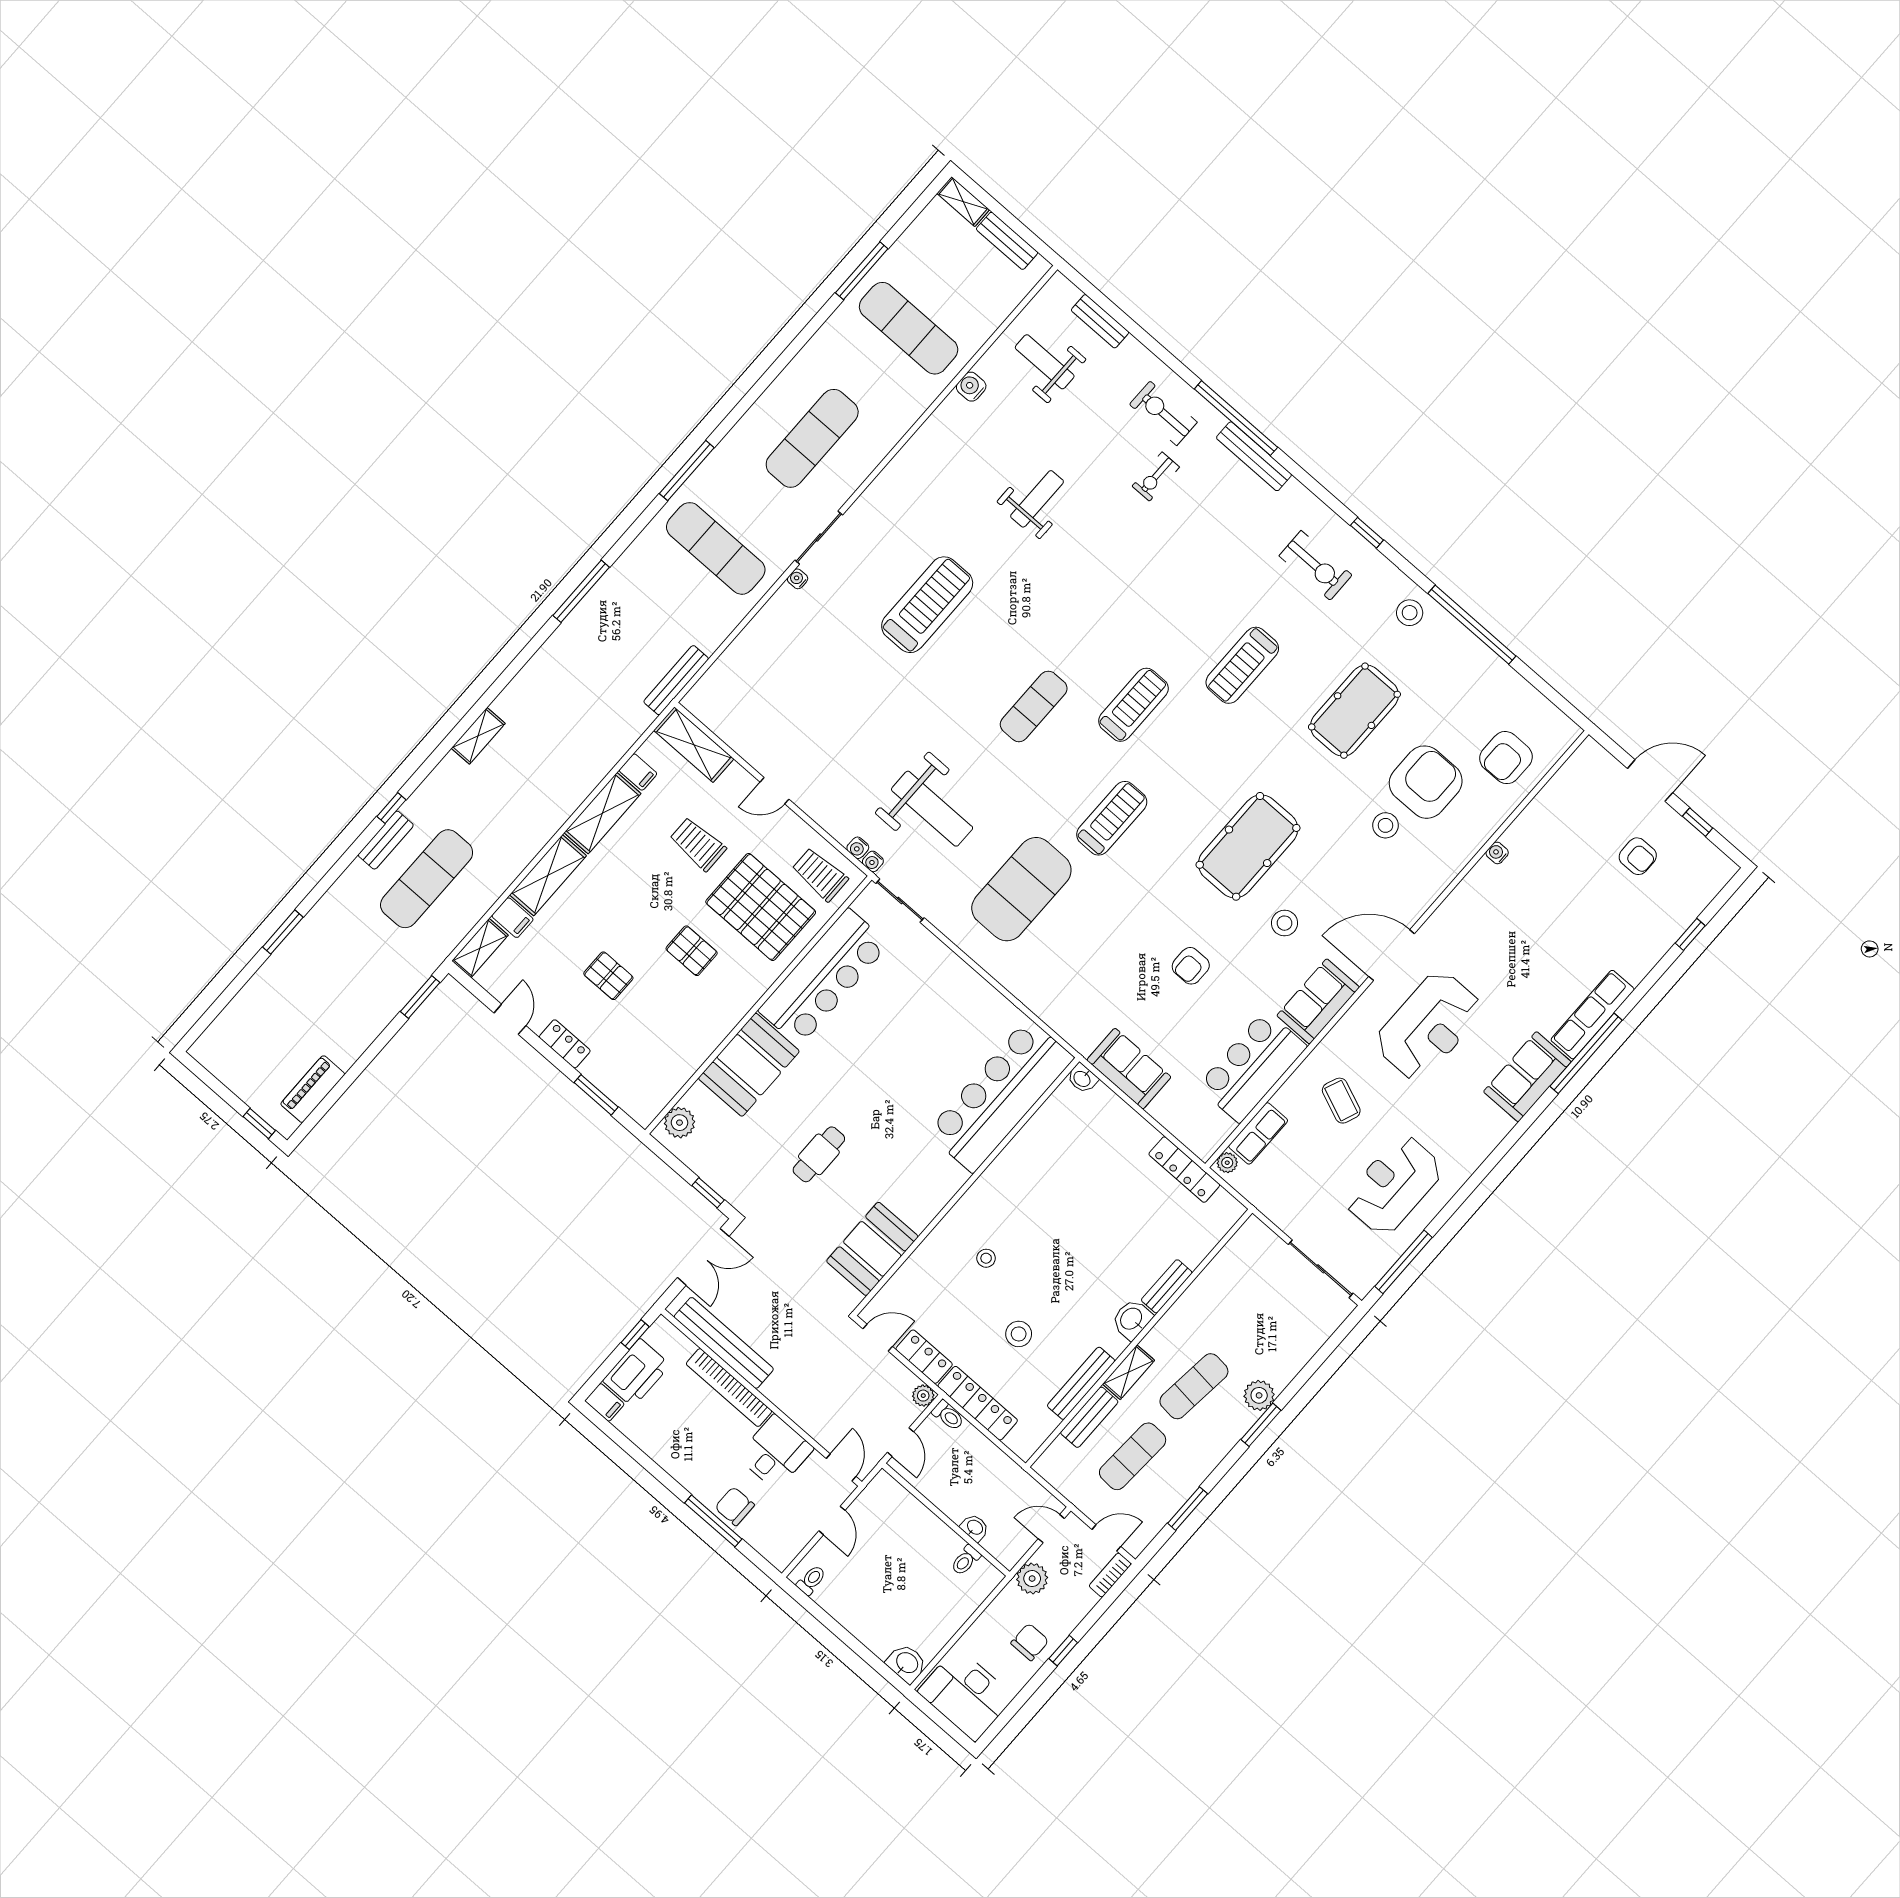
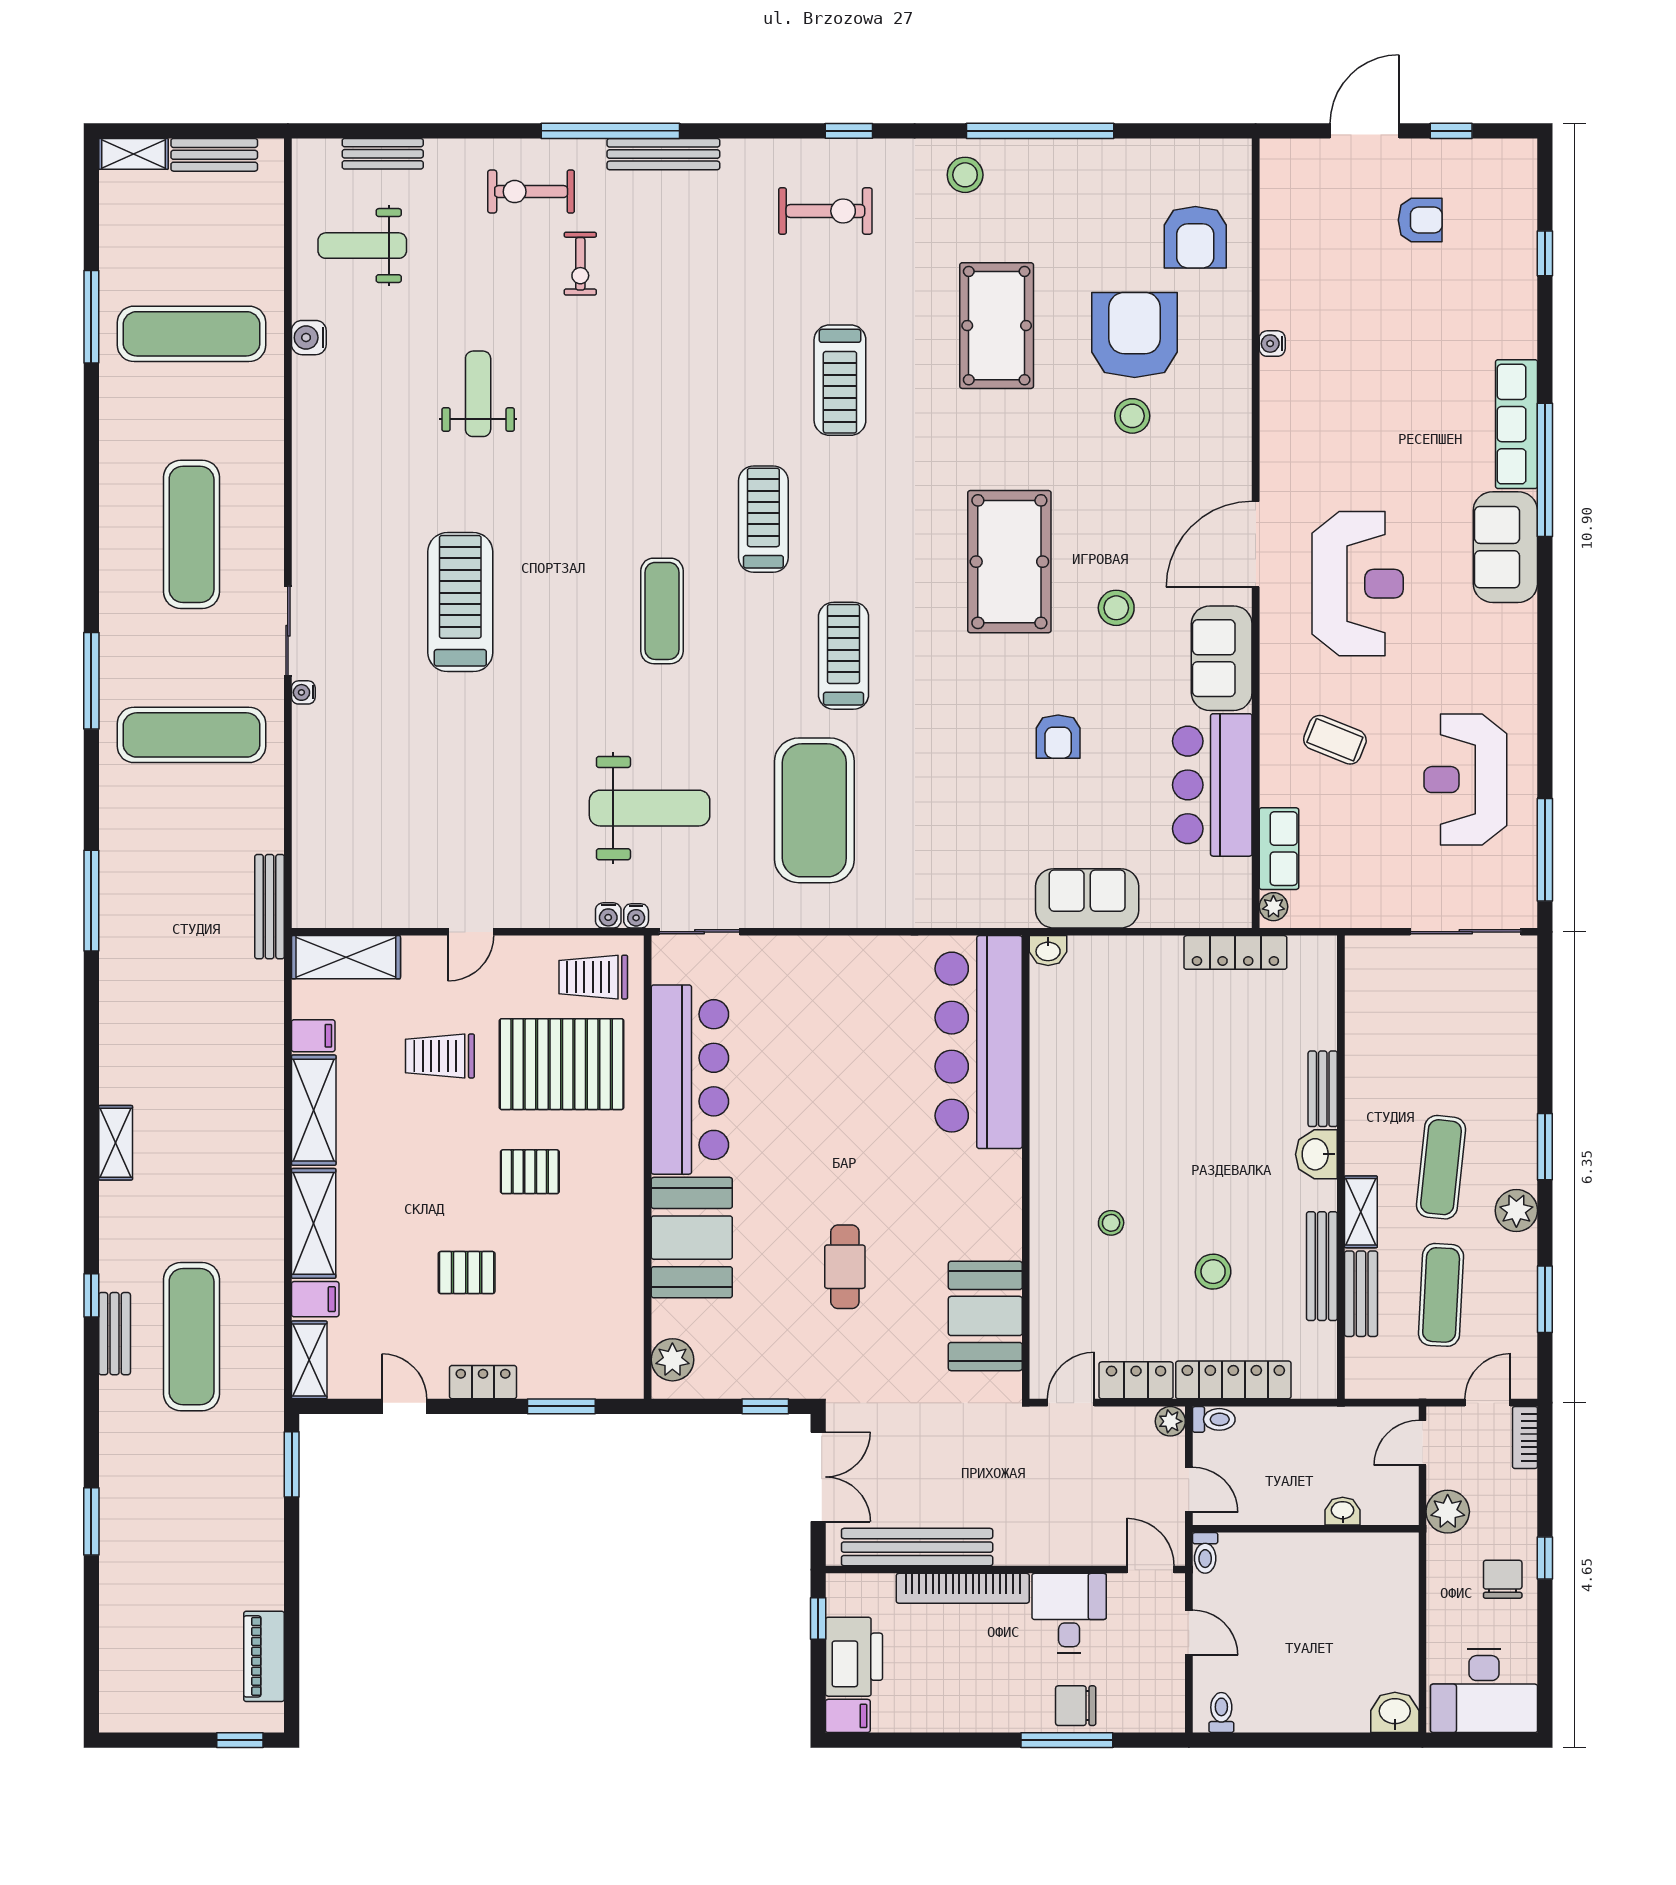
plant: (1259, 1395) -> (1516, 1211), moved
toilet: (966, 1560) -> (1205, 1553), moved

